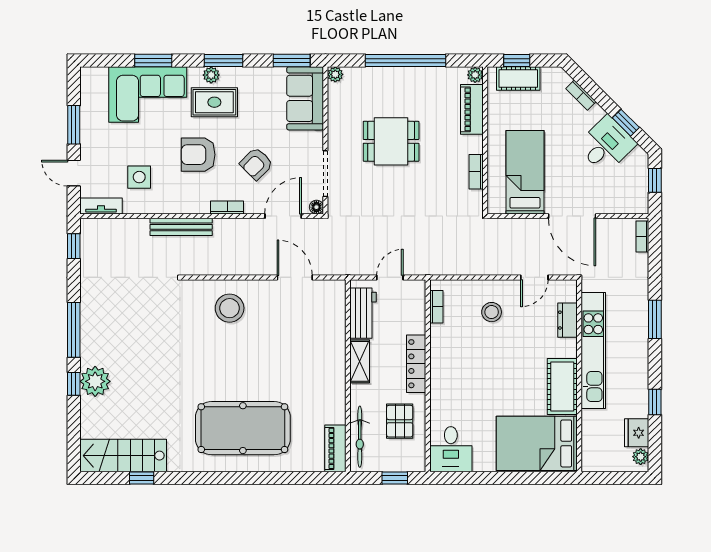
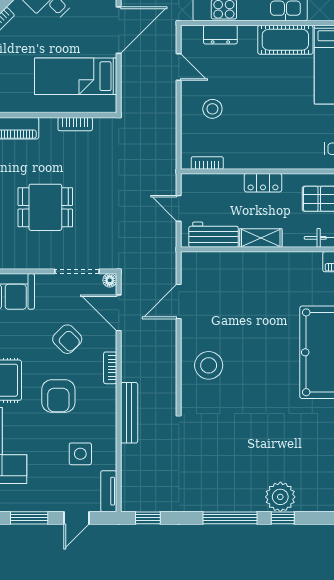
dining table: (391, 141) -> (45, 207), turned 90
locker: (416, 364) -> (263, 183), width x0.66

